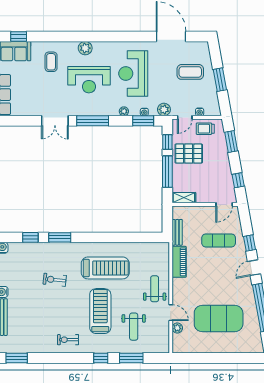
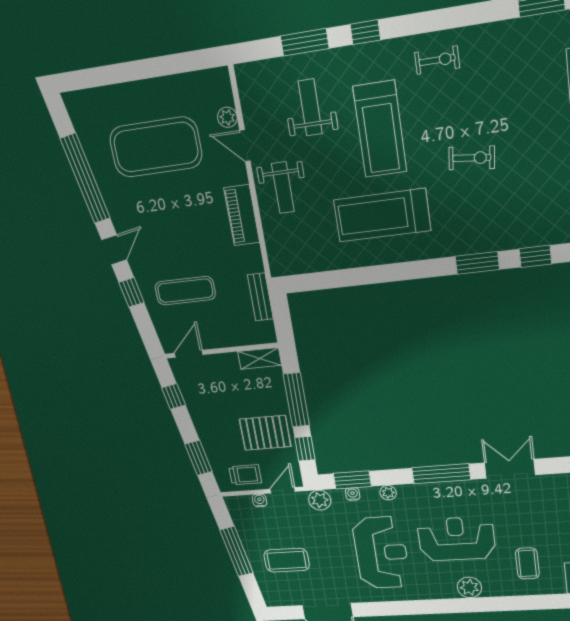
window: (220, 80) -> (236, 551), width x1.44
piano: (179, 262) -> (242, 215), moved
exercise bike: (55, 280) -> (472, 158), moved

